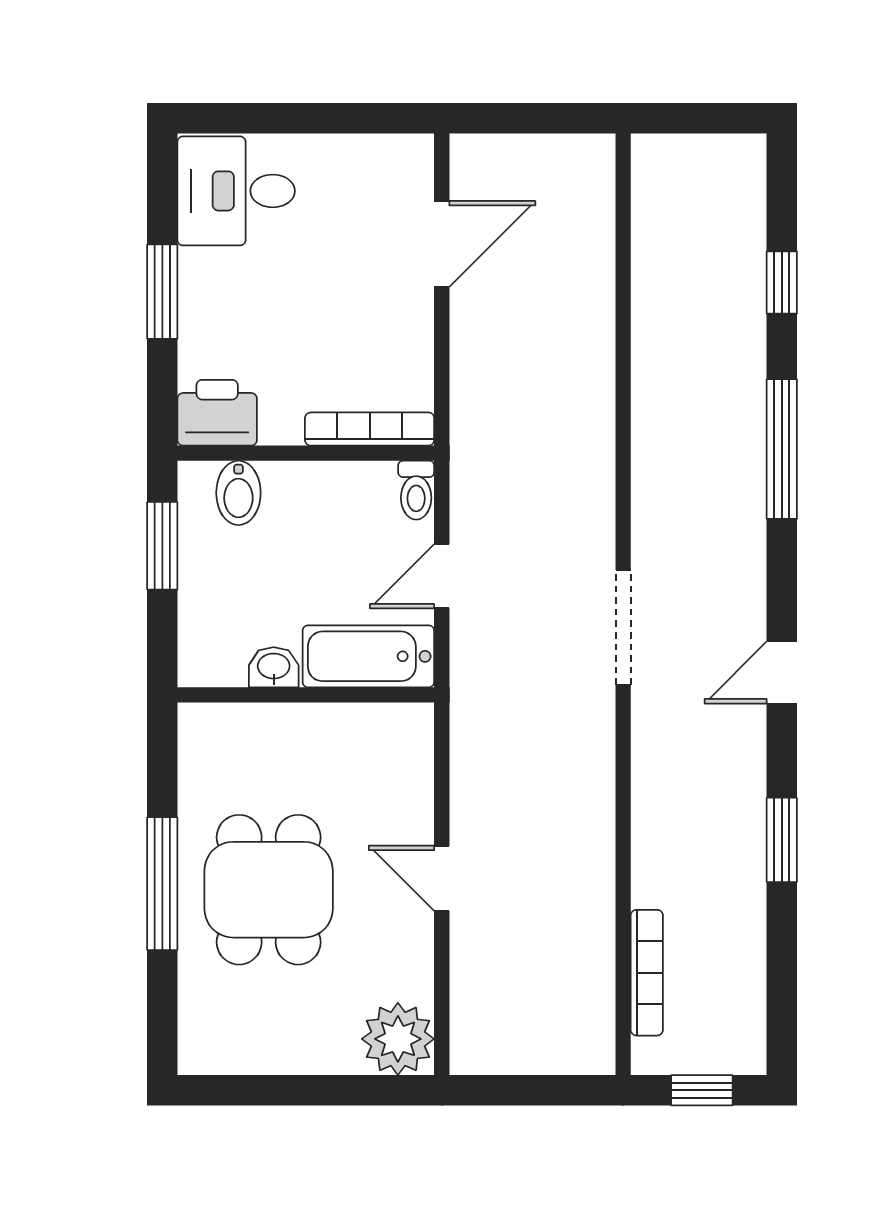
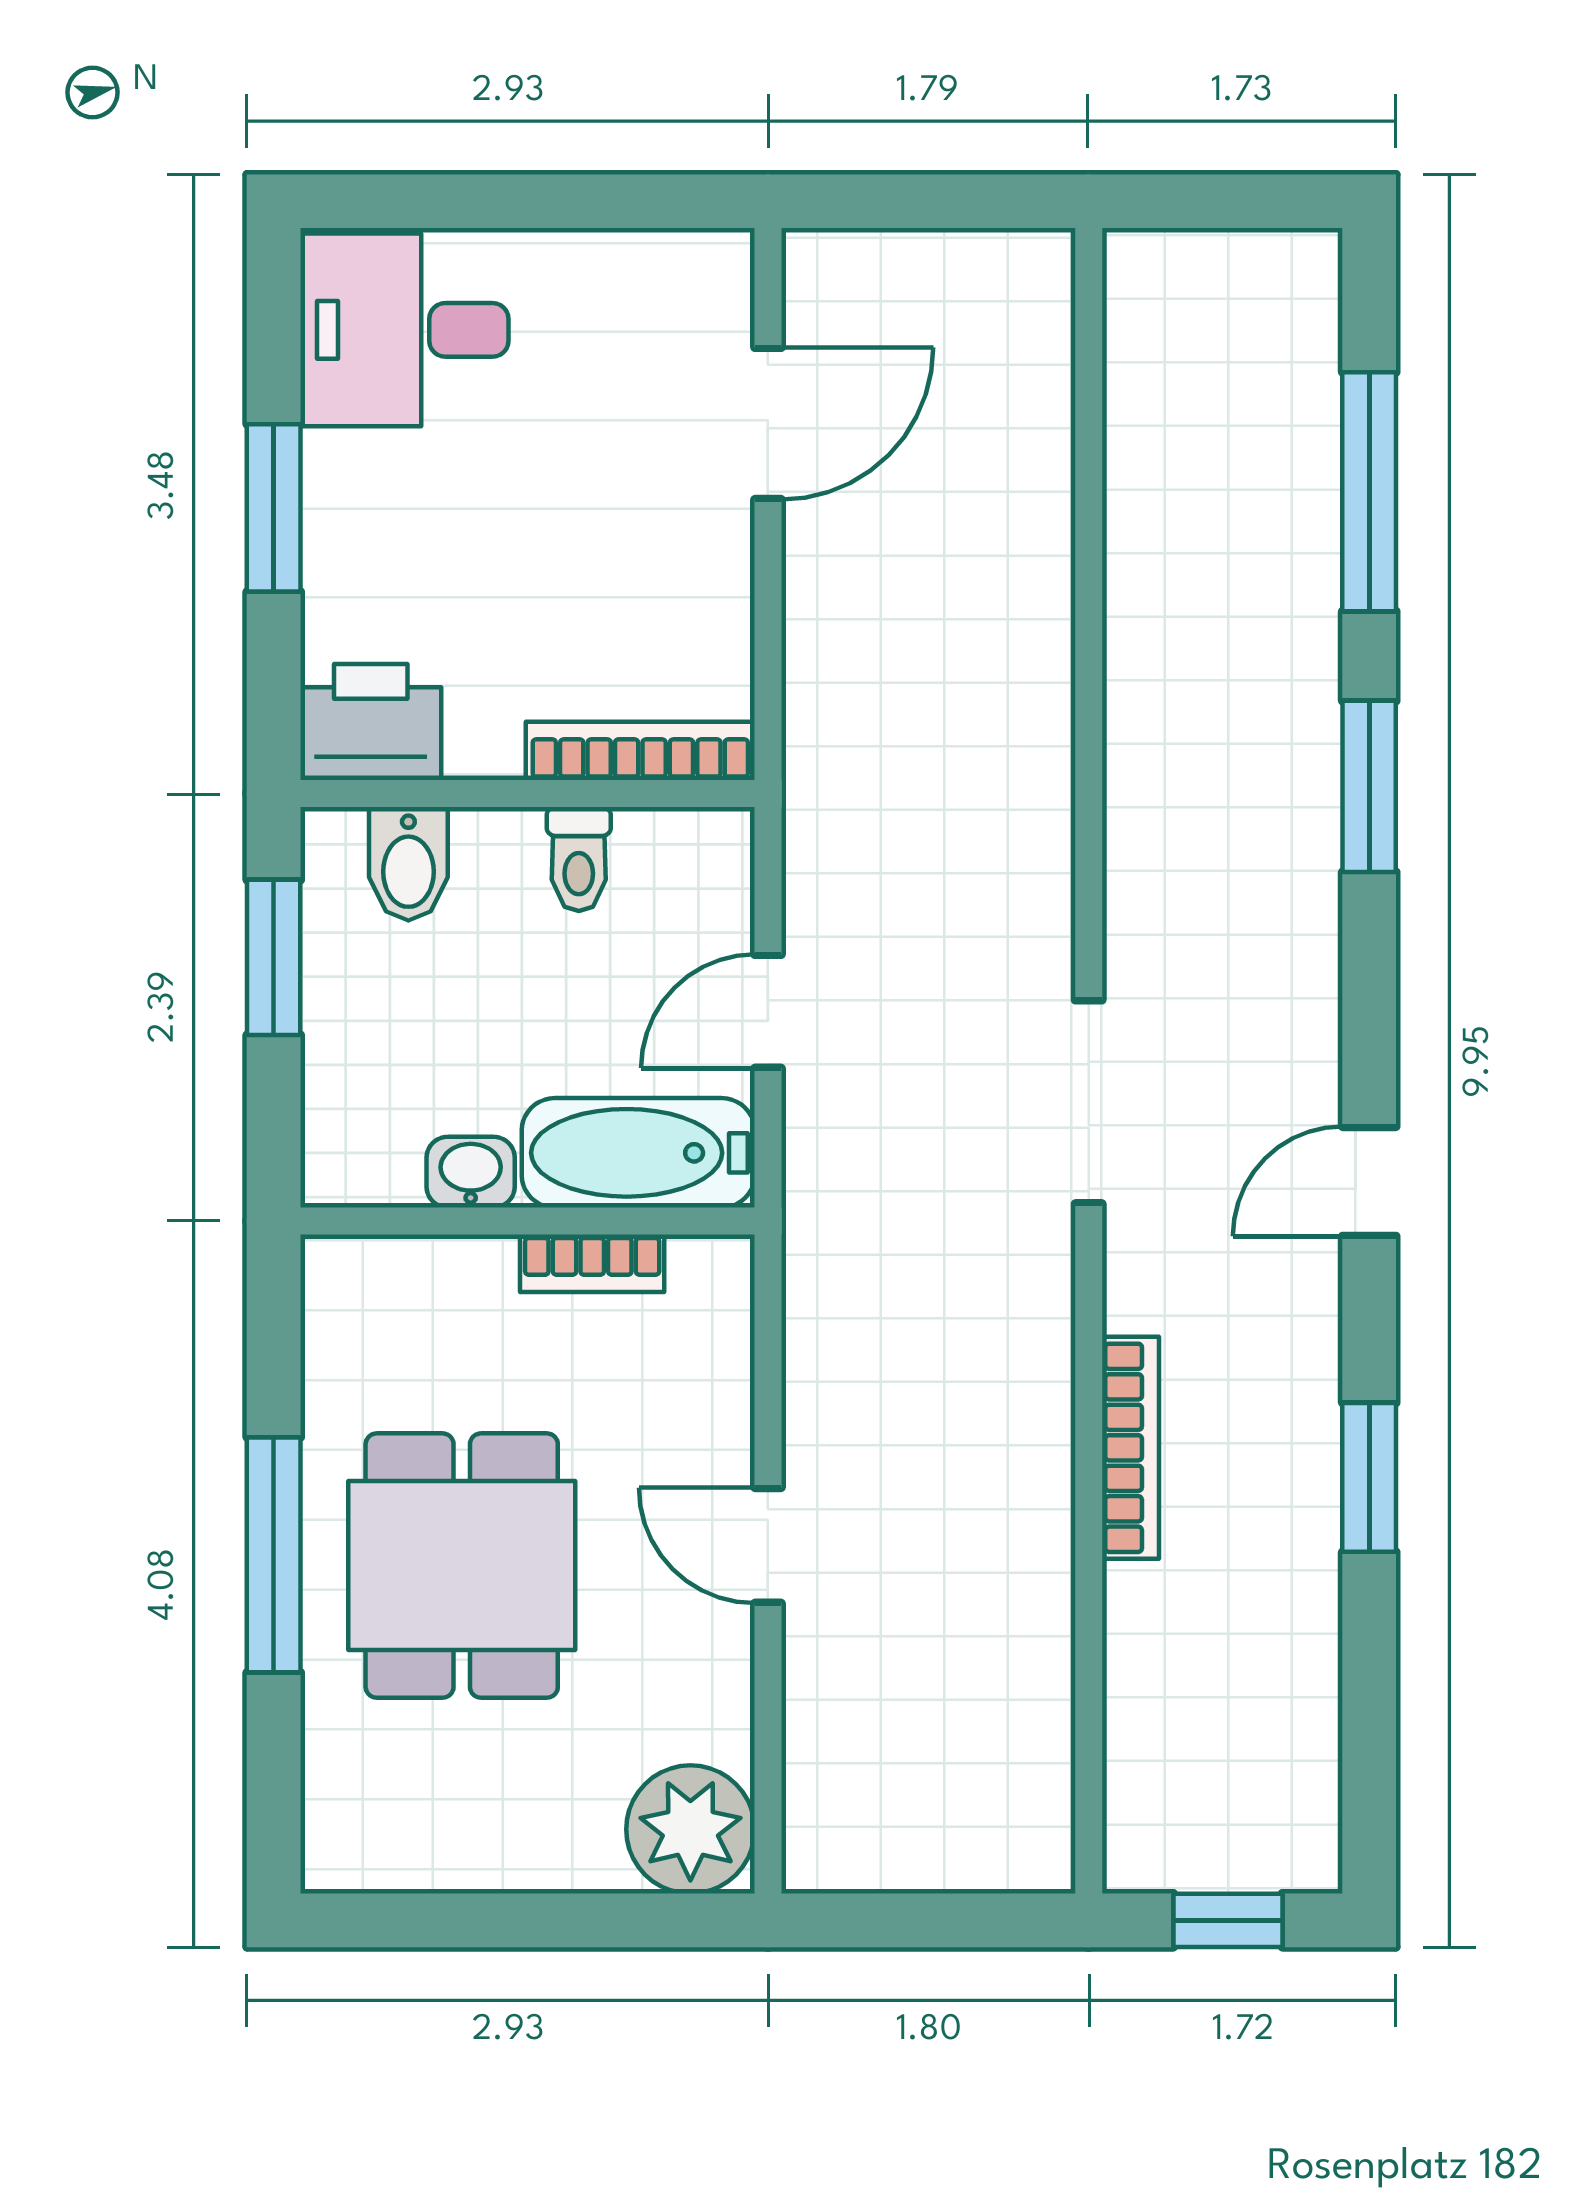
window: (782, 282) -> (1369, 492), width x2.17
window: (782, 449) -> (1369, 786), width x0.69
toilet: (416, 490) -> (579, 859), moved
bookcase: (342, 719) -> (592, 1263), added
bookcase: (647, 973) -> (1130, 1448), moved

